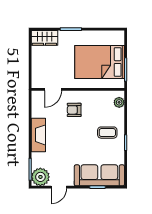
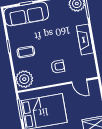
door: (53, 89) -> (79, 81), swing flipped
plant: (119, 102) -> (24, 79), width x1.87, depth x1.87

